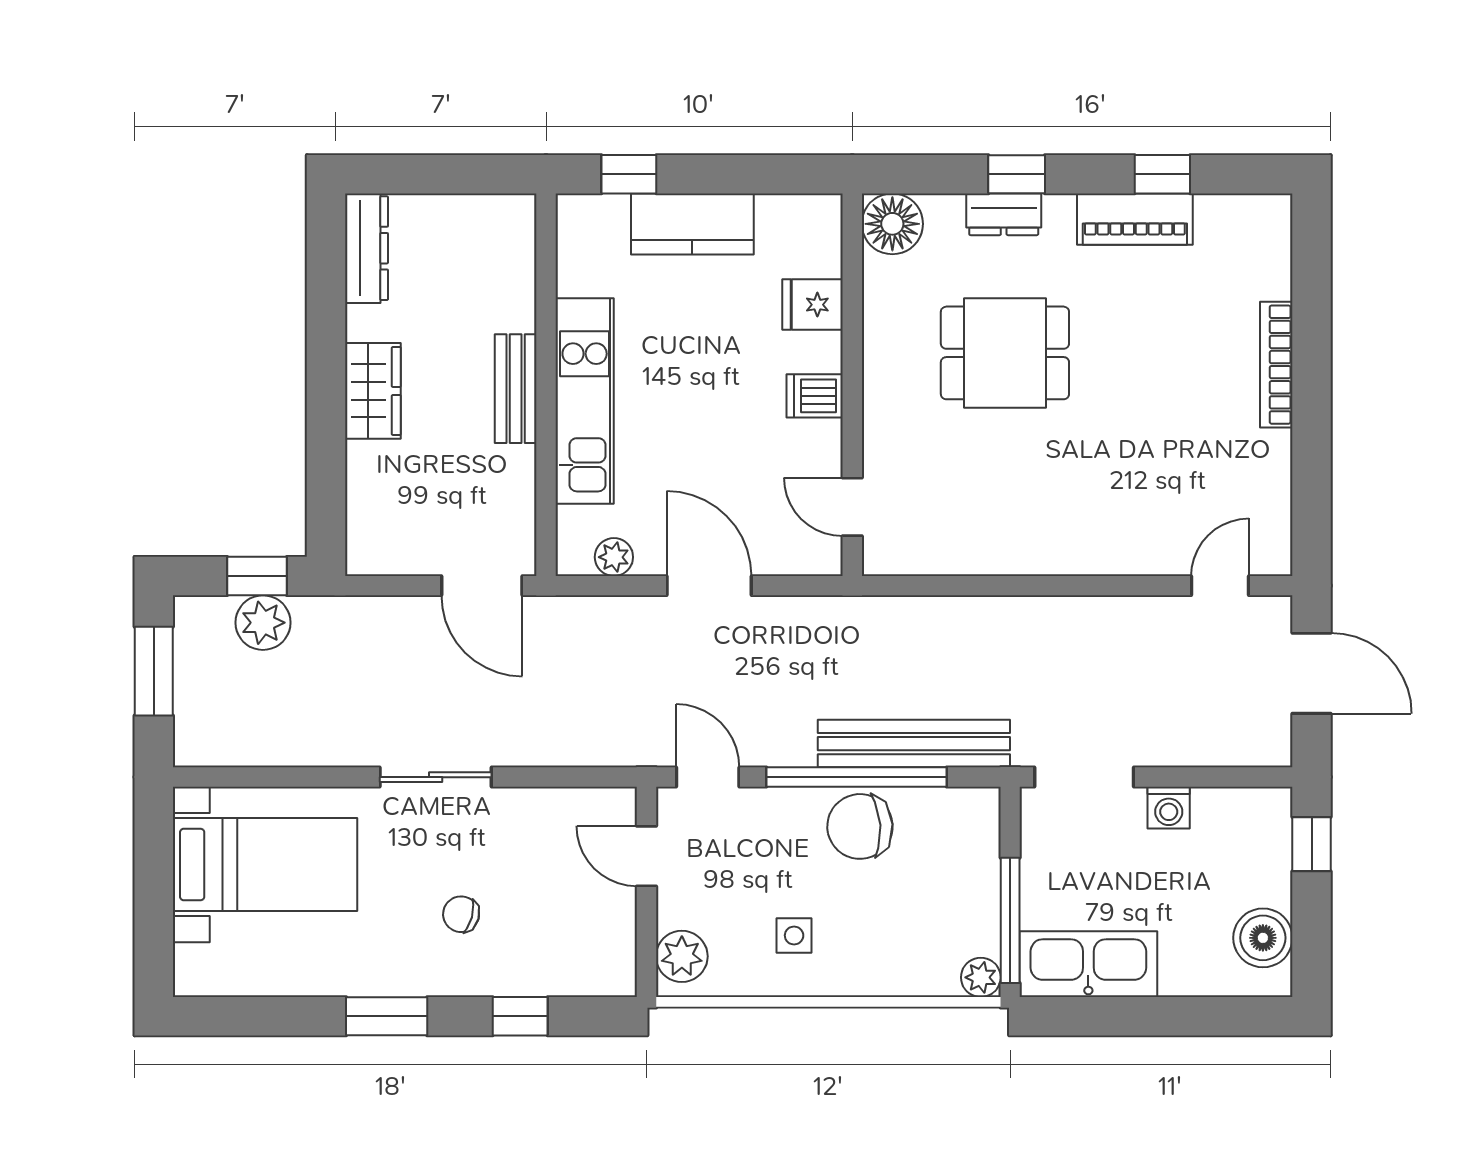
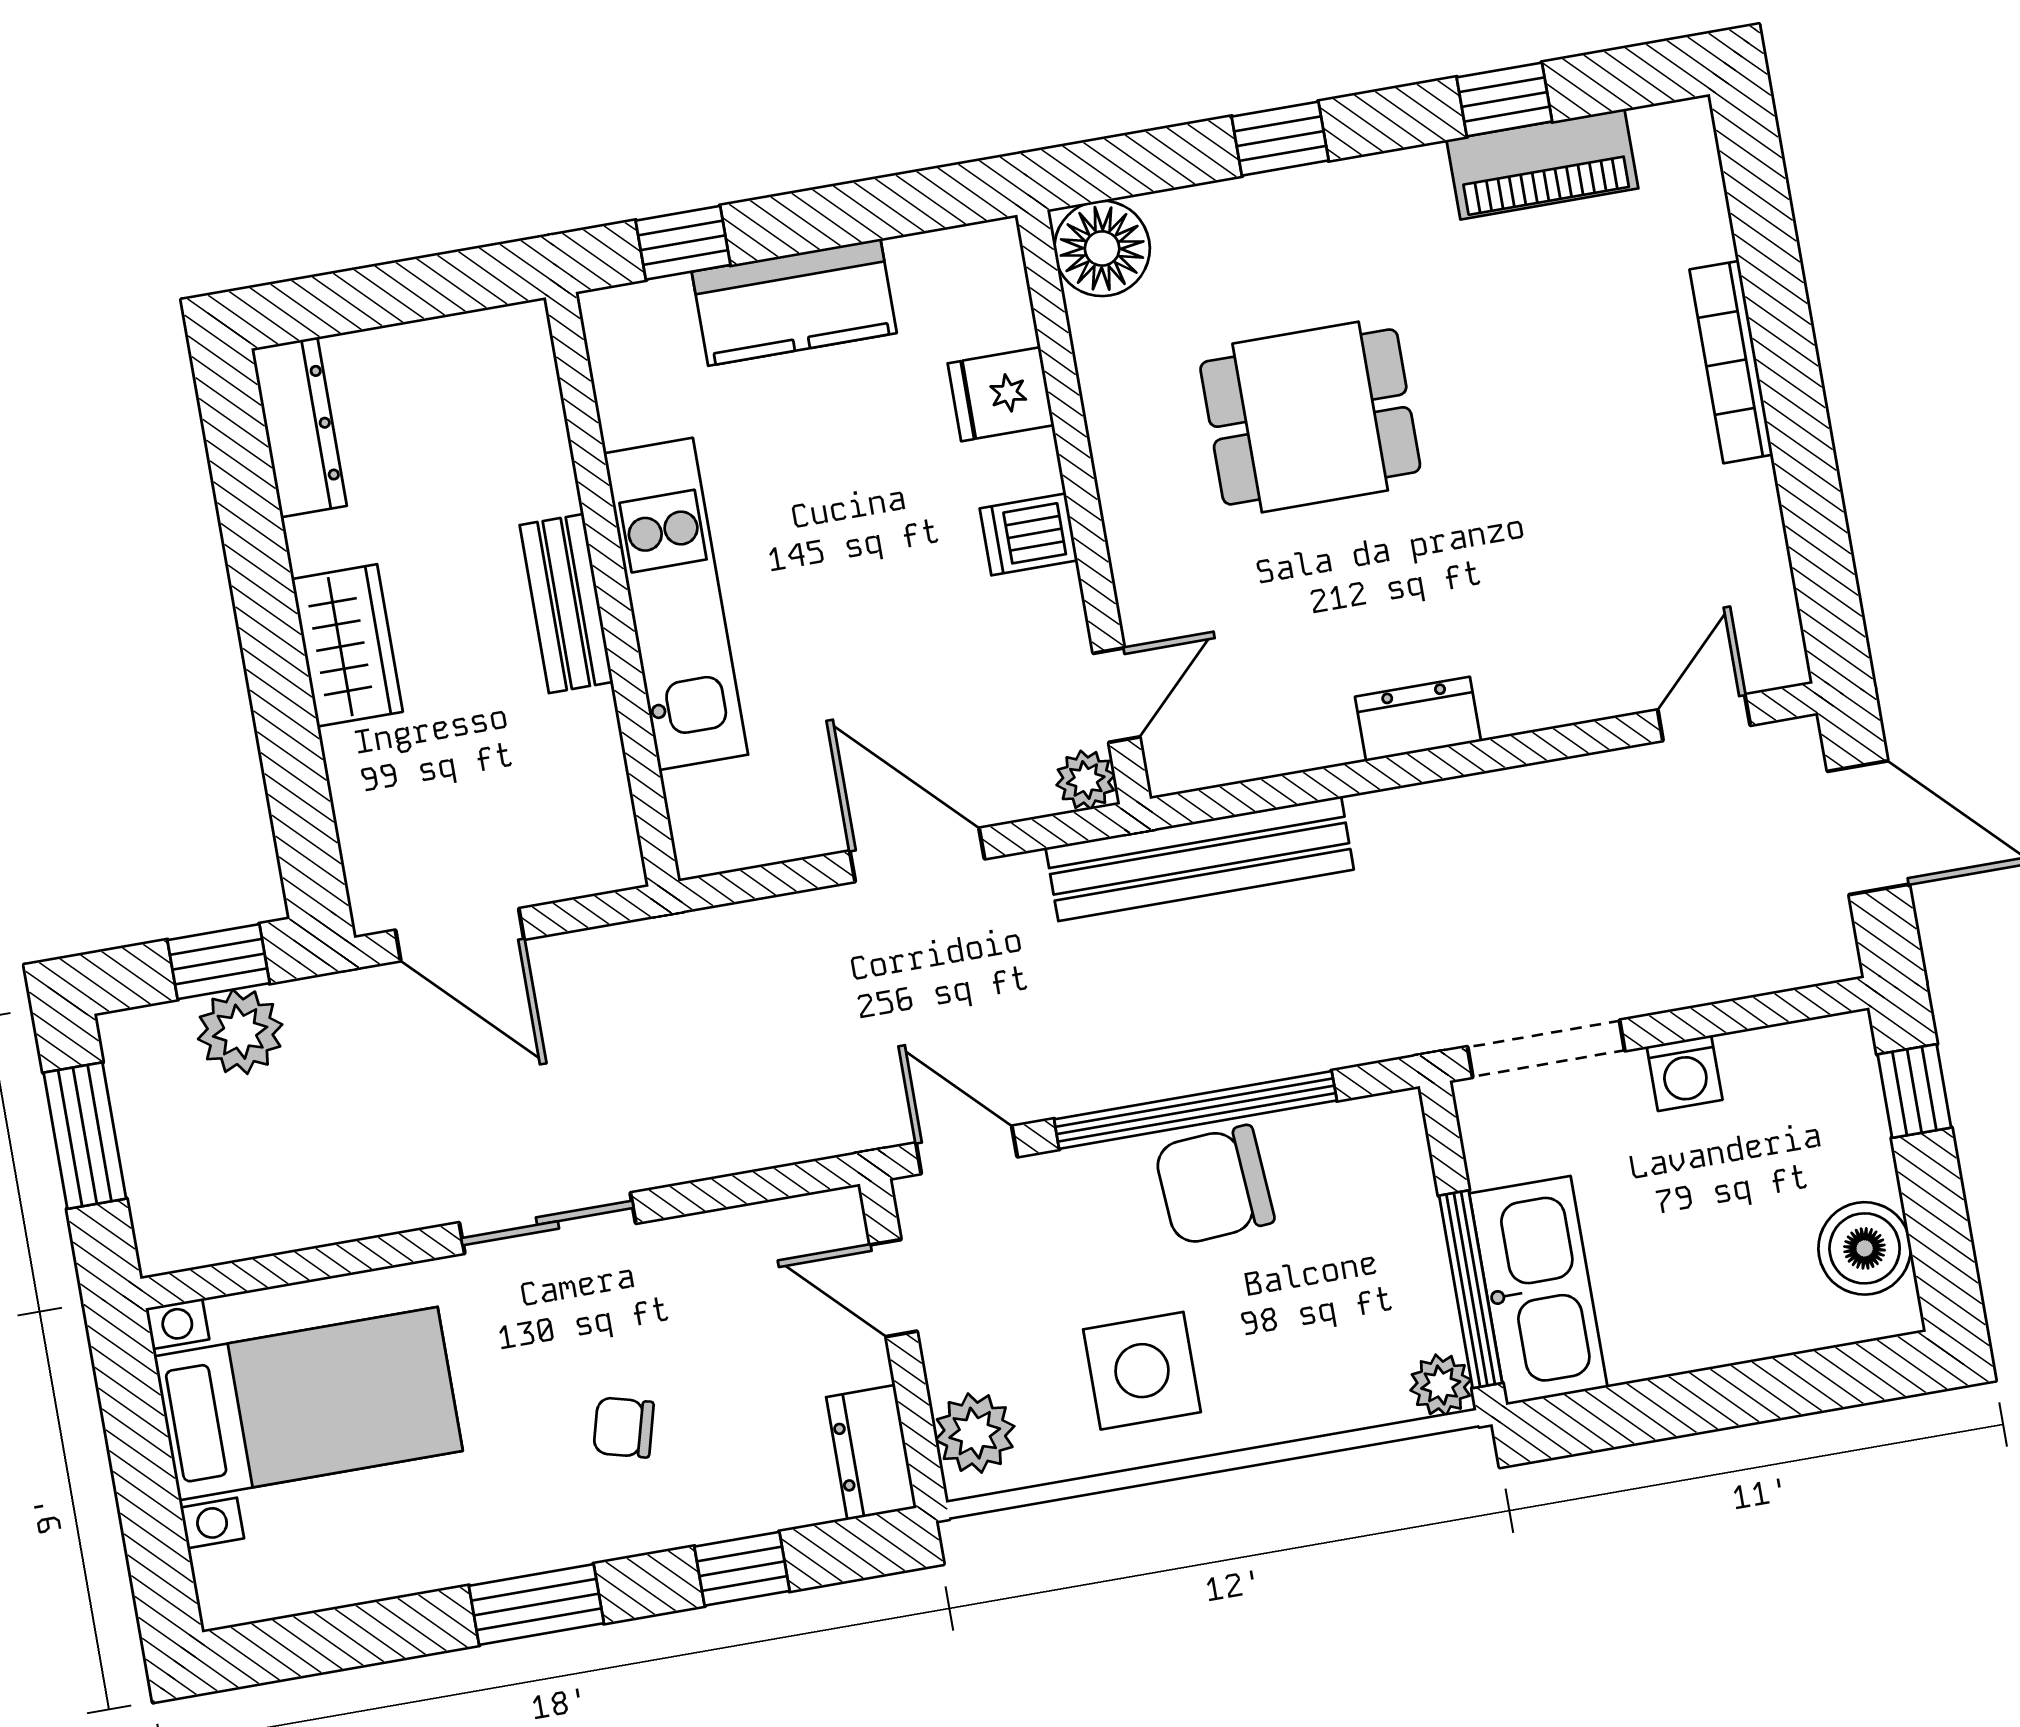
dresser: (1004, 214) -> (1418, 719), moved, turned 180
piano: (1135, 219) -> (1542, 164), moved
door: (852, 507) -> (1116, 695), swing flipped
plant: (614, 557) -> (1086, 780), moved
door: (482, 586) -> (460, 935), moved
bench: (914, 744) -> (1200, 859), moved
side table: (794, 935) -> (1142, 1371), width x1.87, depth x1.87
dresser: (614, 957) -> (871, 1452), added
kitchen sink: (1088, 964) -> (1538, 1290), moved, turned 90

